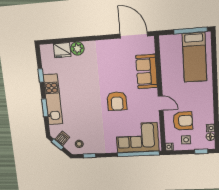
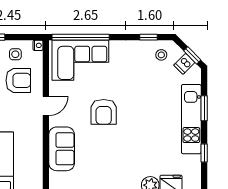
armchair: (117, 101) -> (104, 112), turned 180
door: (161, 103) -> (46, 106), swing flipped
armchair: (183, 121) -> (18, 80), turned 180

